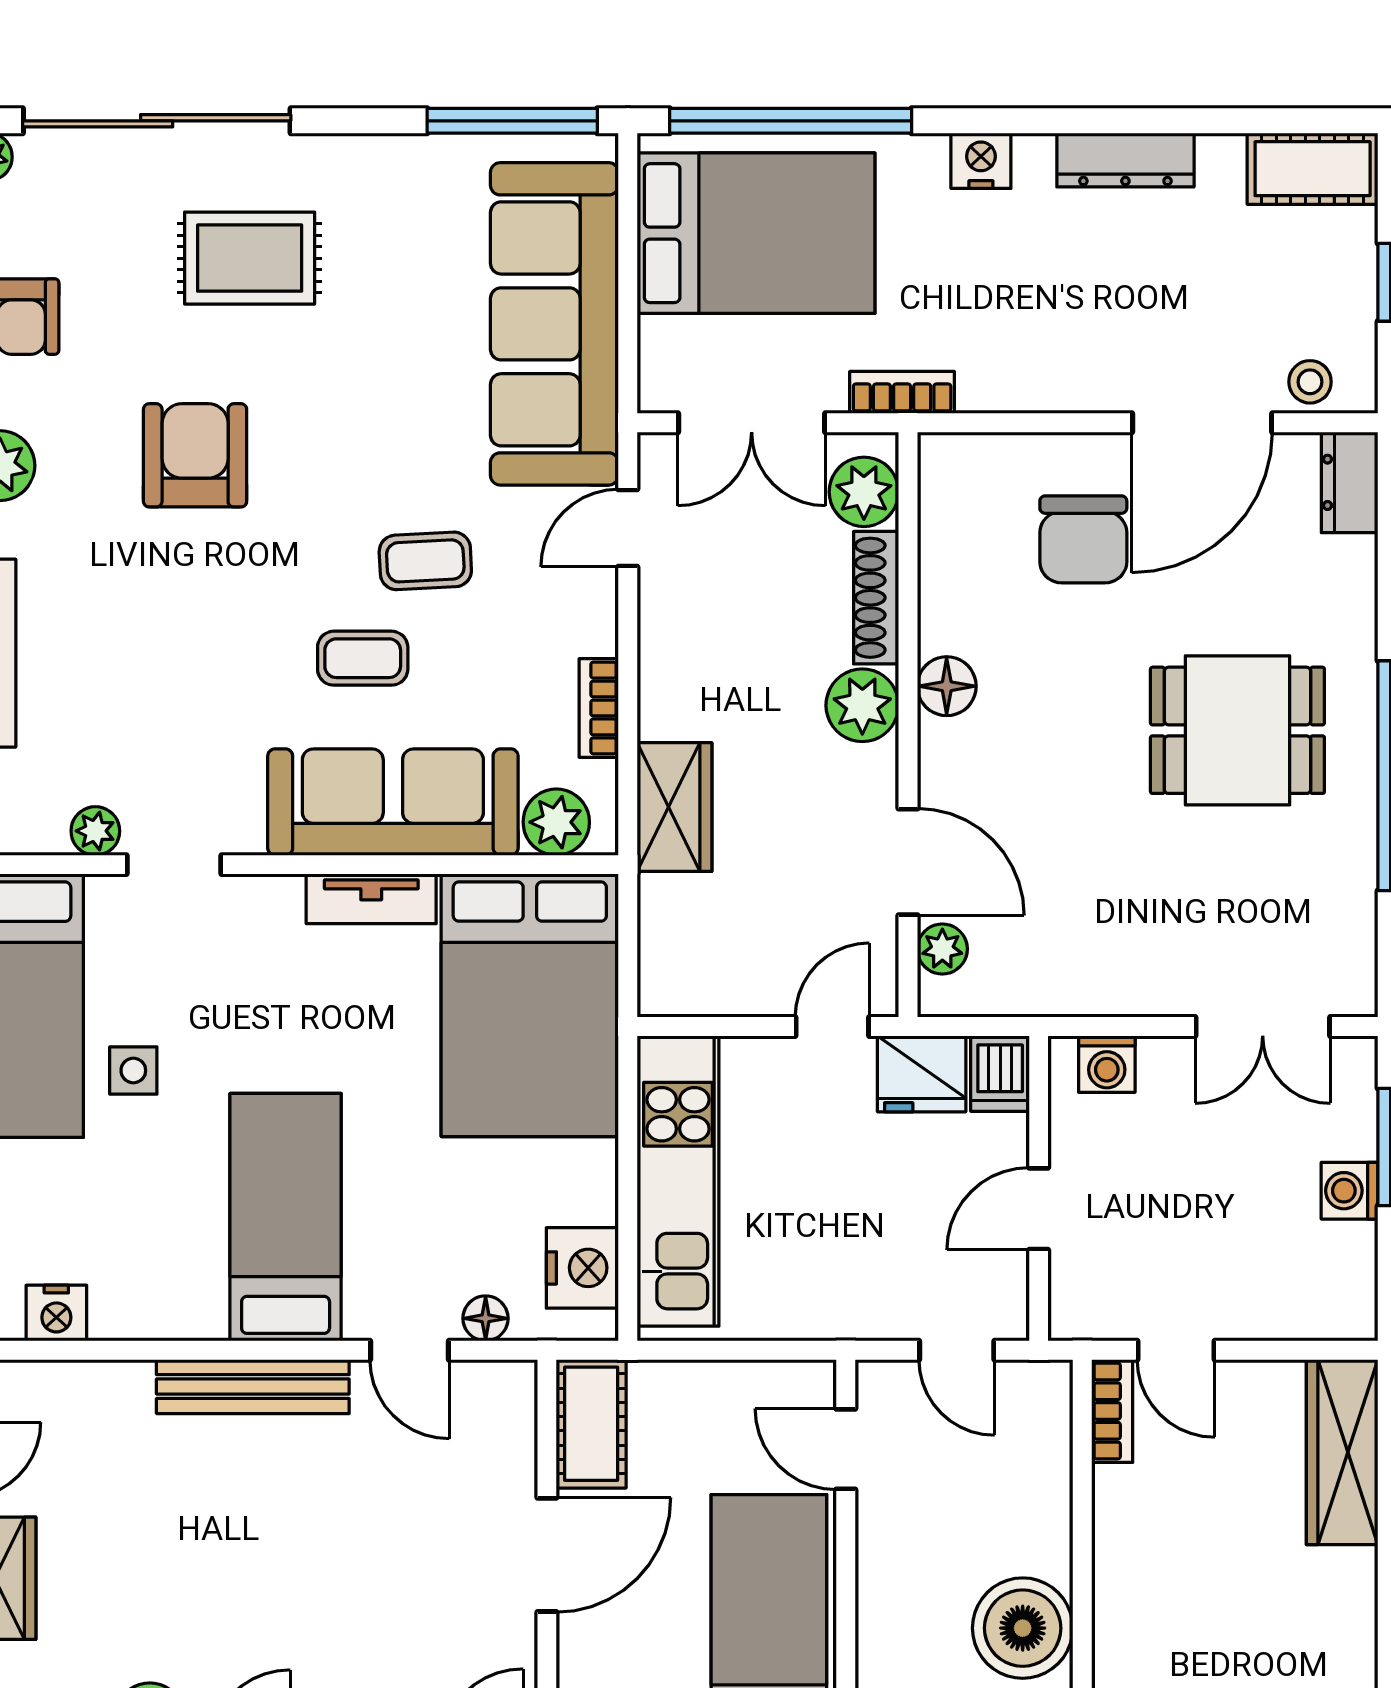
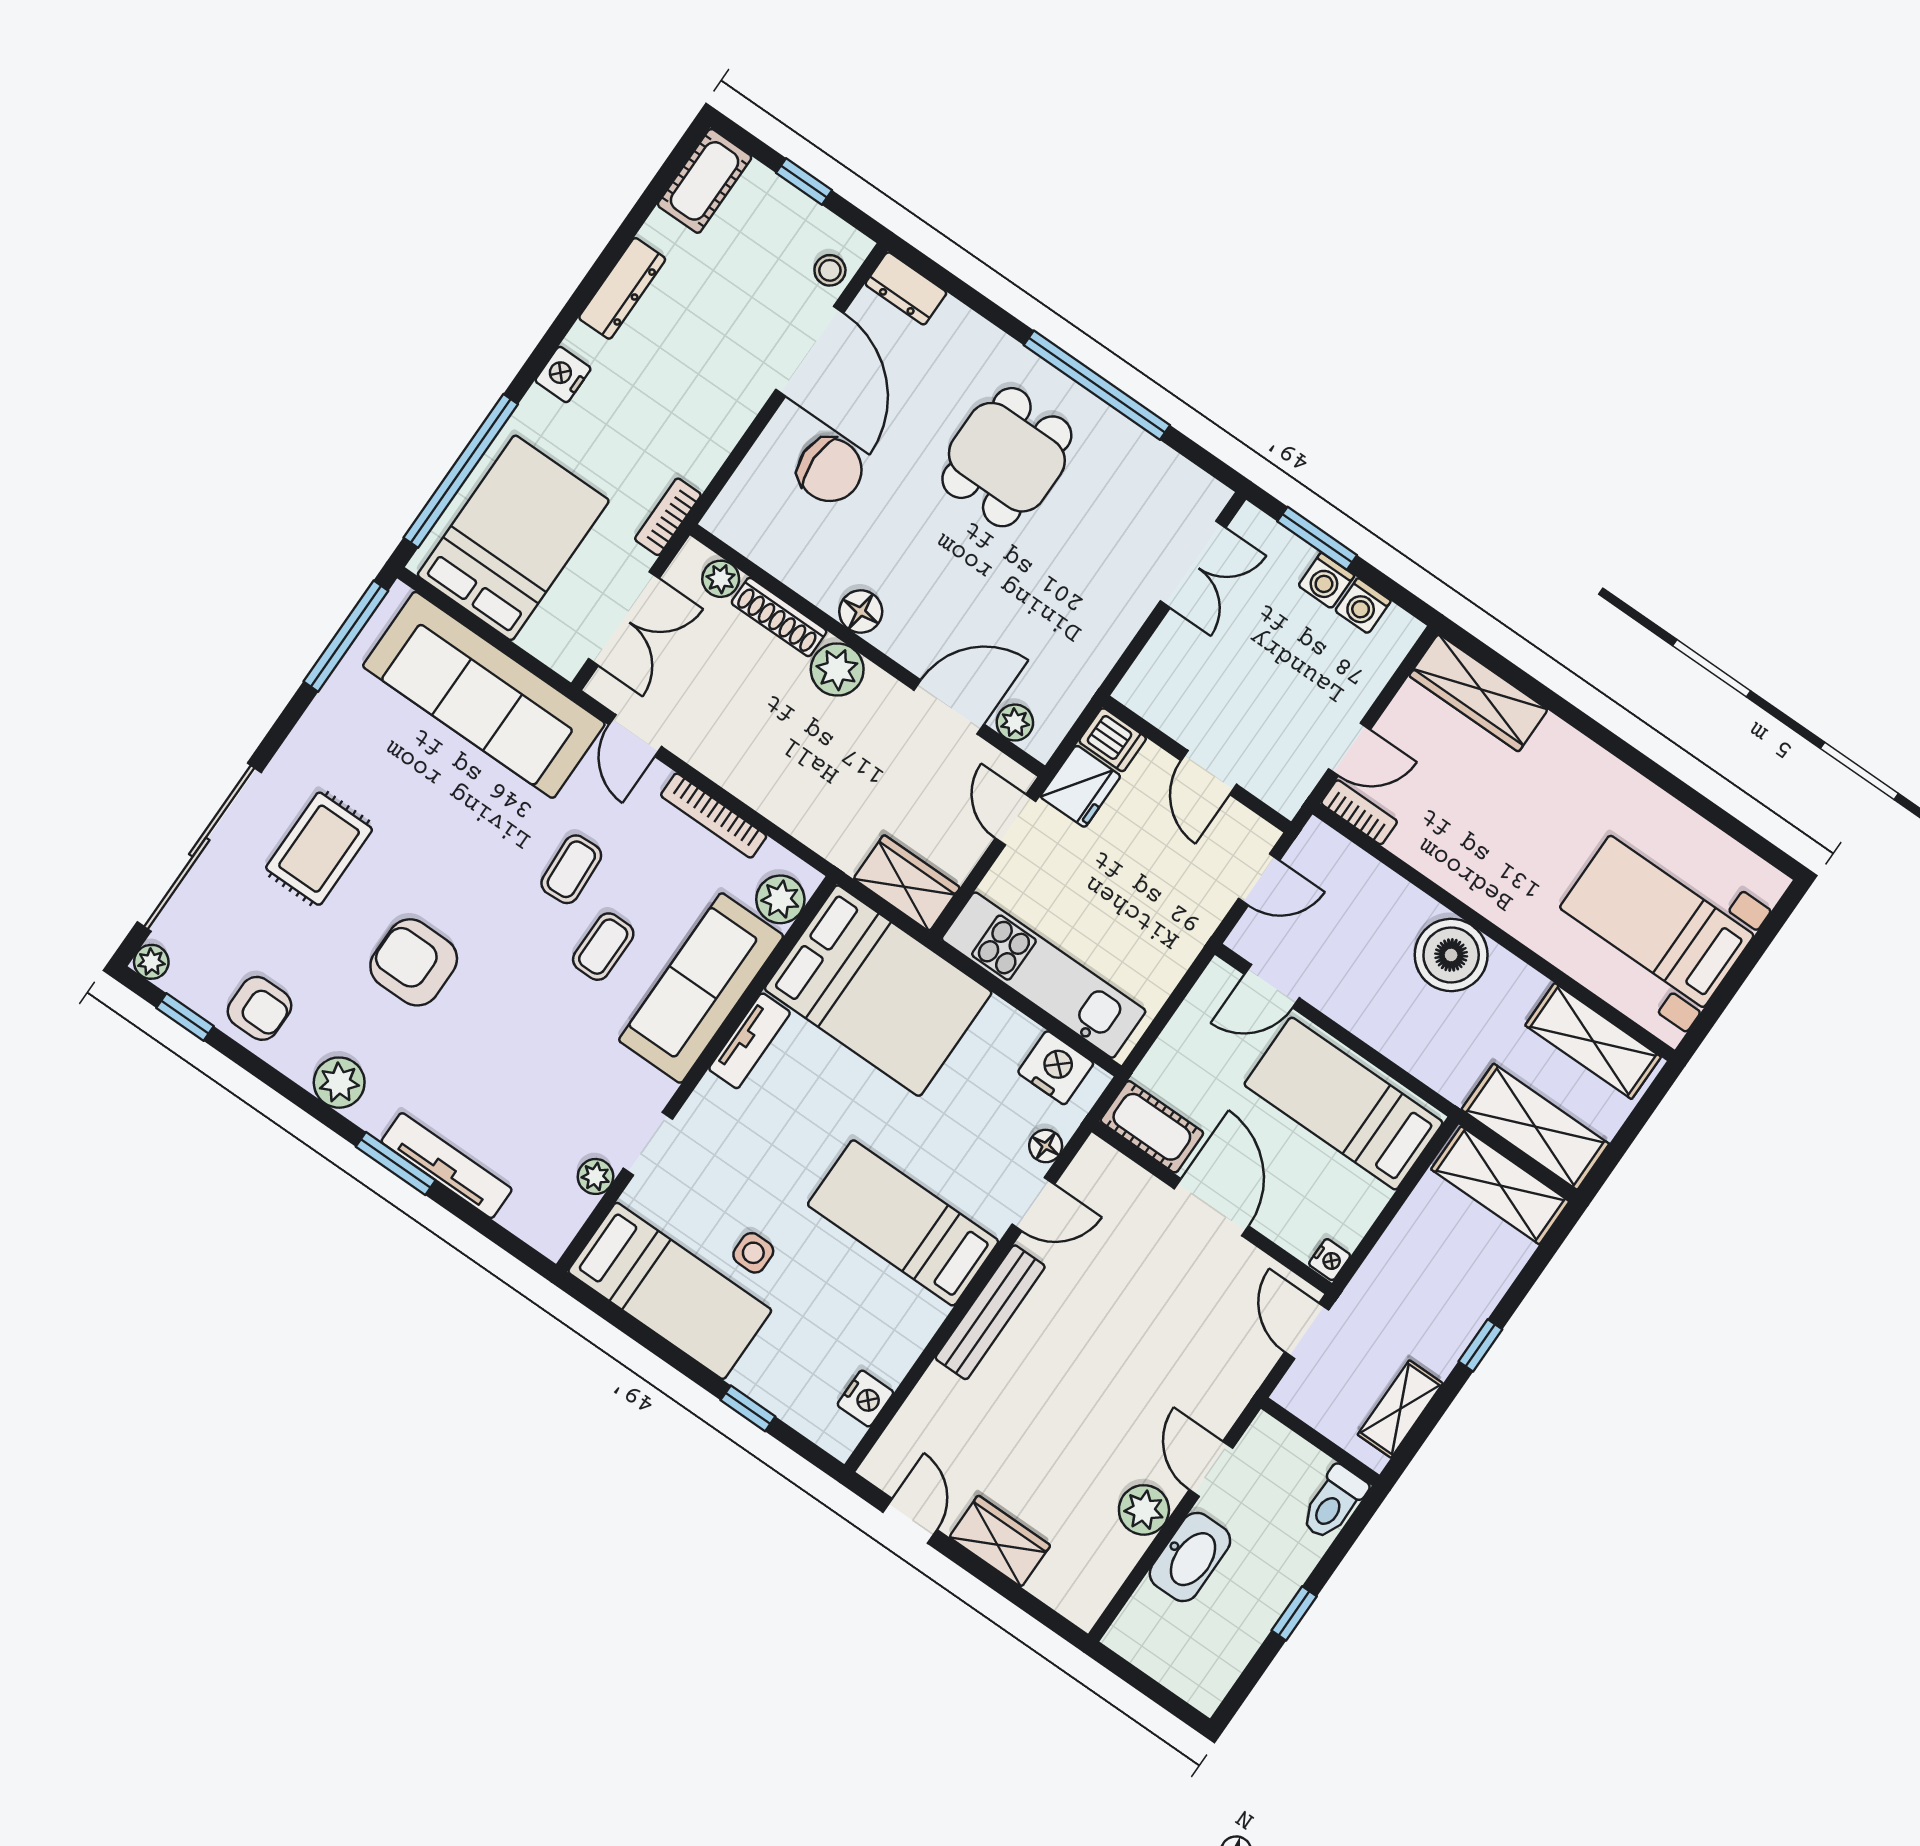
plant: (864, 492) -> (721, 579), width x0.73, depth x0.73
bookcase: (599, 708) -> (714, 816), width x1.56
wardrobe: (674, 807) -> (907, 883), moved
washing machine: (1107, 1064) -> (1363, 606), moved, turned 90

